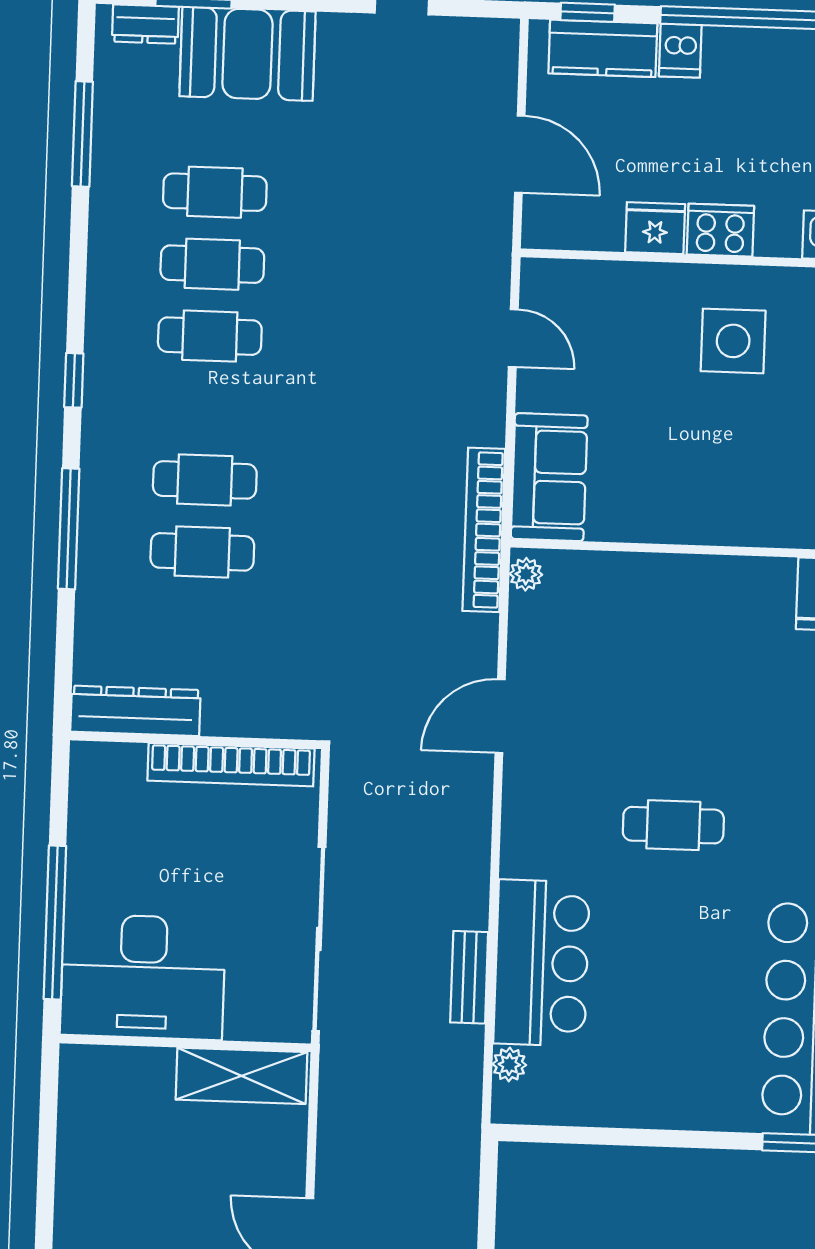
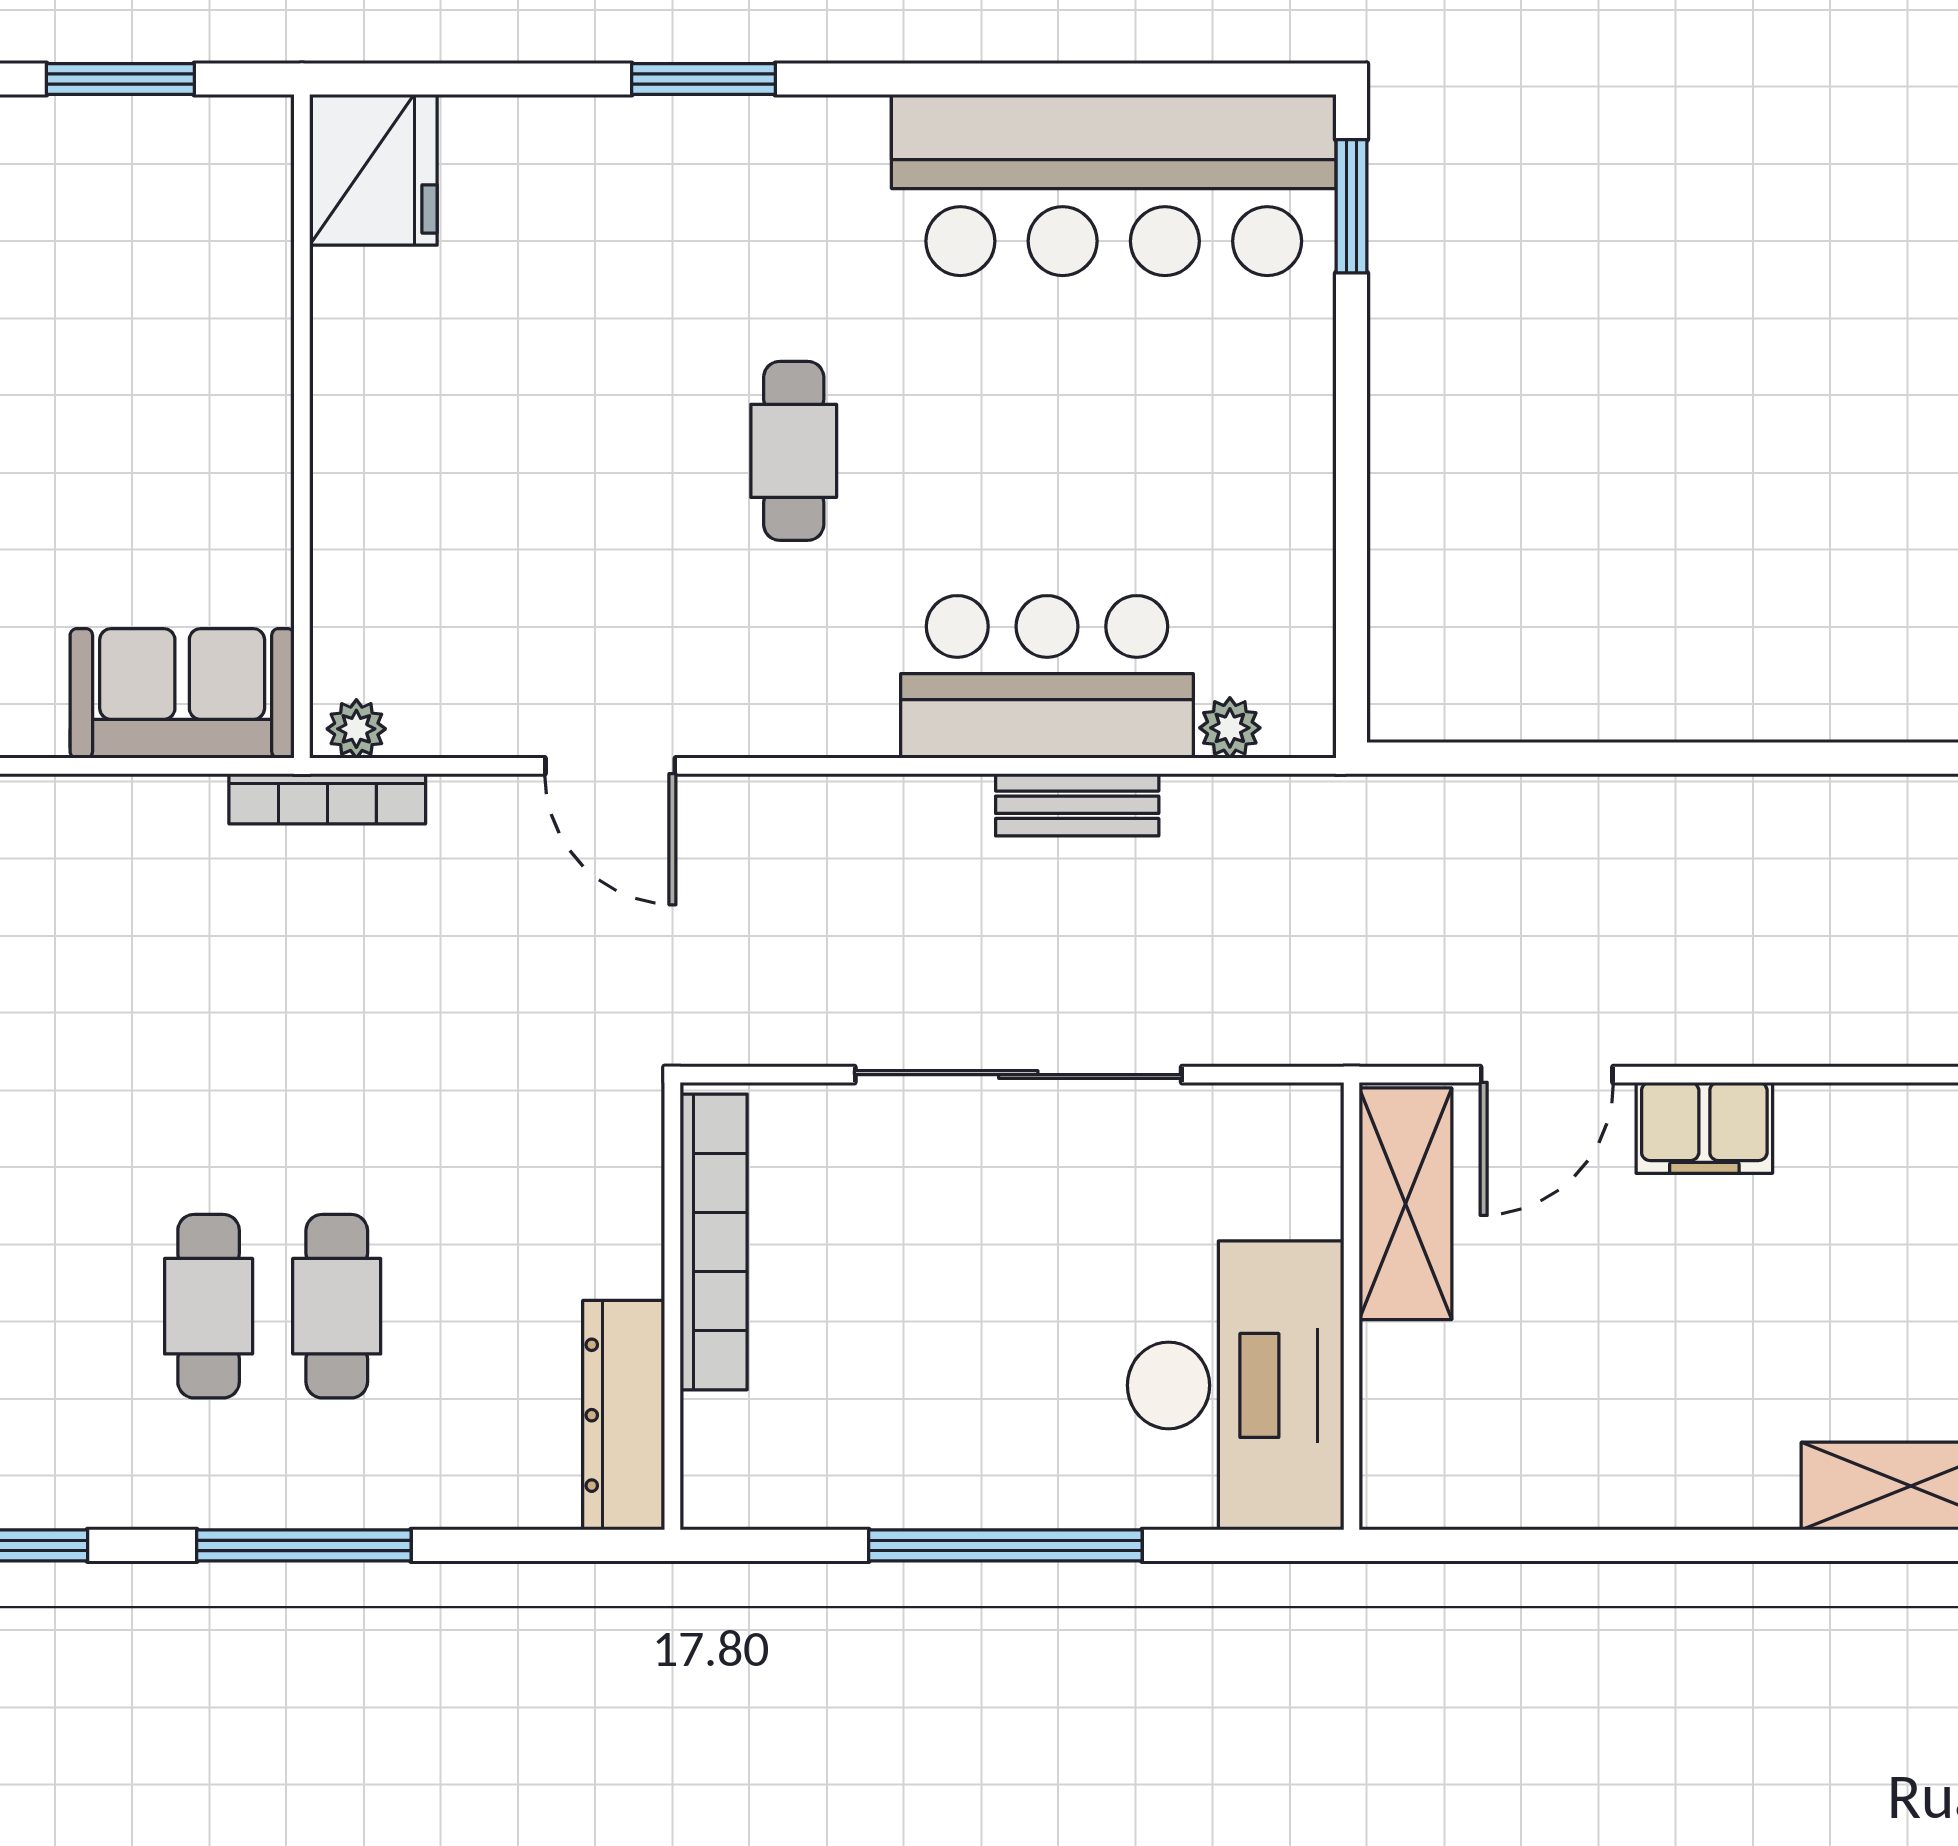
bookcase: (484, 530) -> (327, 799), width x0.68, depth x0.76
desk: (143, 977) -> (1236, 1385), moved
wall: (185, 1043) -> (1351, 1306), moved
shelving: (242, 1076) -> (1406, 1204), moved

